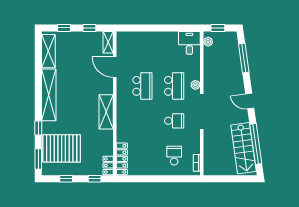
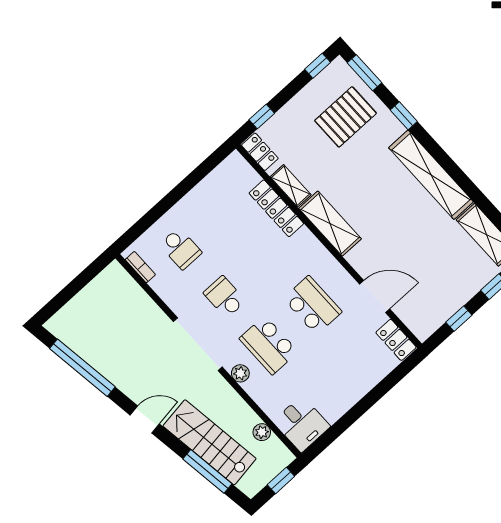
shelving: (108, 42) -> (291, 186), moved
locker: (122, 42) -> (396, 340), added
plant: (208, 42) -> (262, 432), moved
school desk: (142, 86) -> (313, 305), turned 180
school desk: (174, 121) -> (225, 297), turned 90
pallet: (62, 148) -> (346, 117), width x0.73, depth x0.71
stairs: (244, 148) -> (210, 442), moved
locker: (122, 159) -> (276, 208), moved
window: (66, 179) -> (318, 66), moved

